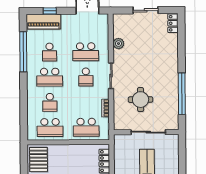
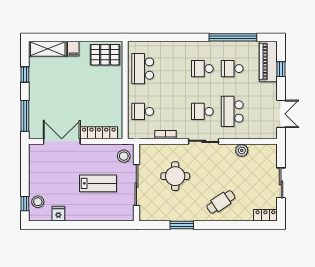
cafe table: (162, 61) -> (221, 202), added
school desk: (50, 77) -> (202, 69), width x0.54
window: (182, 94) -> (182, 225), width x0.47
school desk: (50, 102) -> (173, 69), removed
school desk: (86, 127) -> (143, 111), width x0.54
stool: (124, 143) -> (124, 156), added

